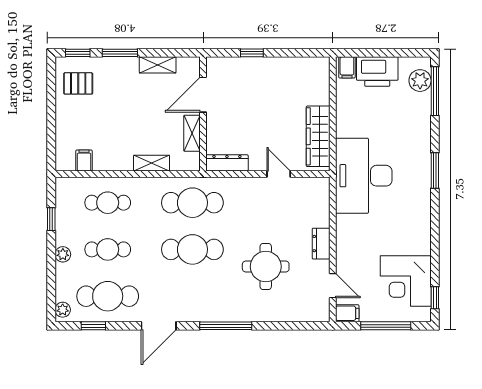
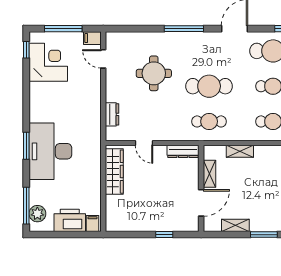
desk: (364, 176) -> (50, 151), moved, turned 180
cafe table: (192, 203) -> (209, 121), width x0.73, depth x0.74
dresser: (321, 244) -> (112, 114), moved

